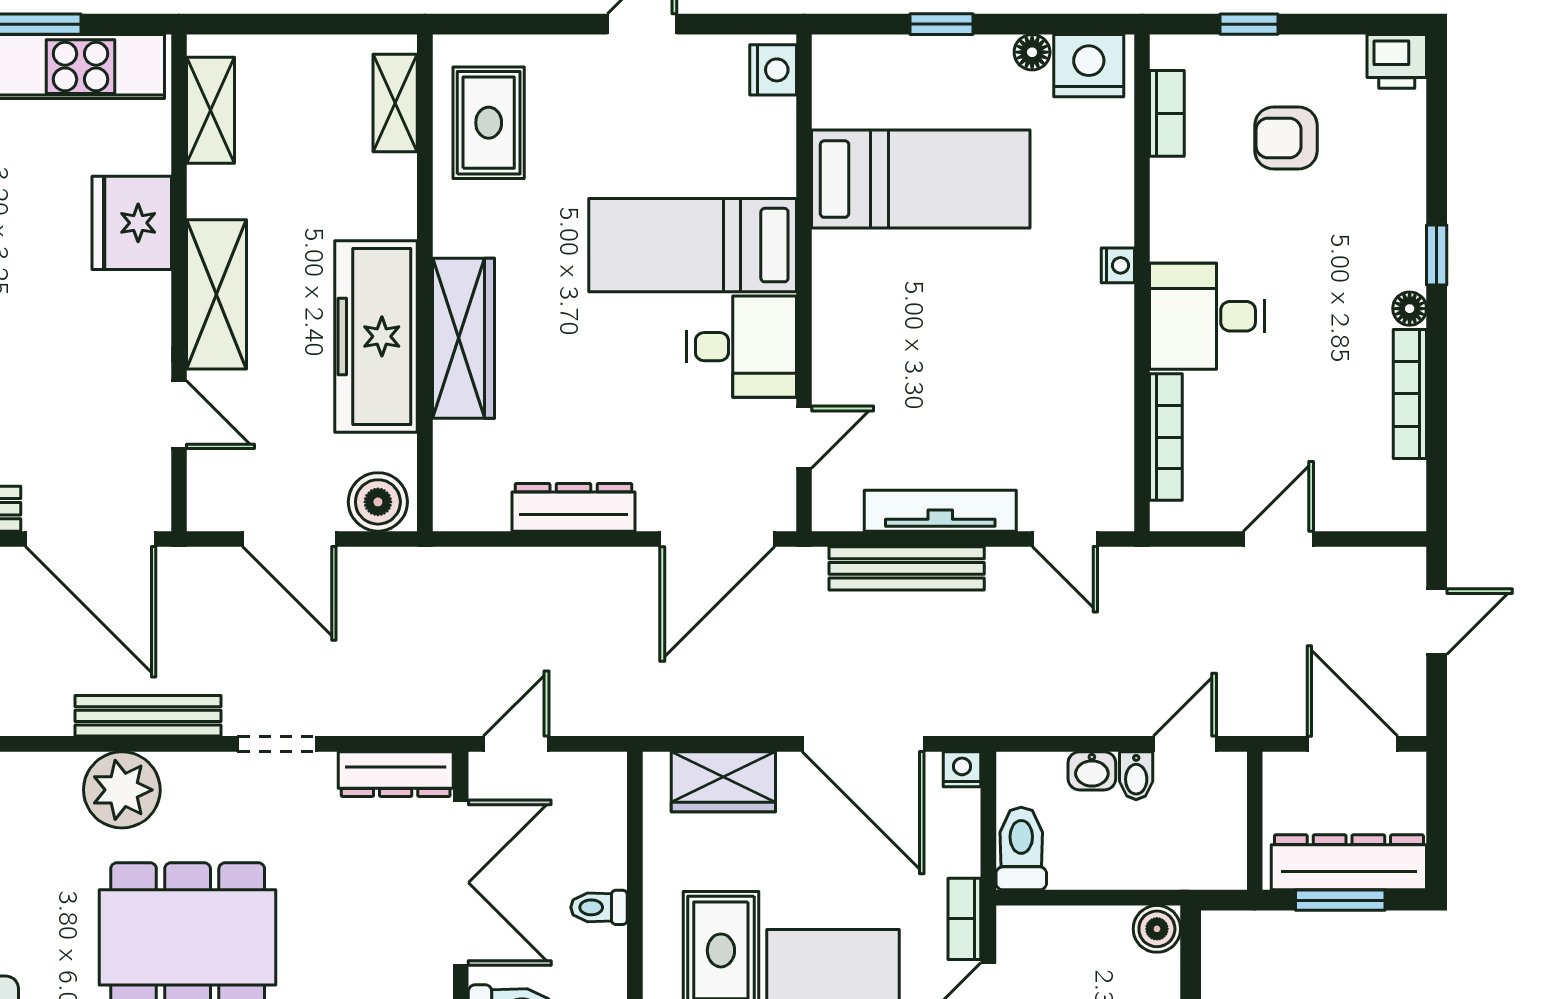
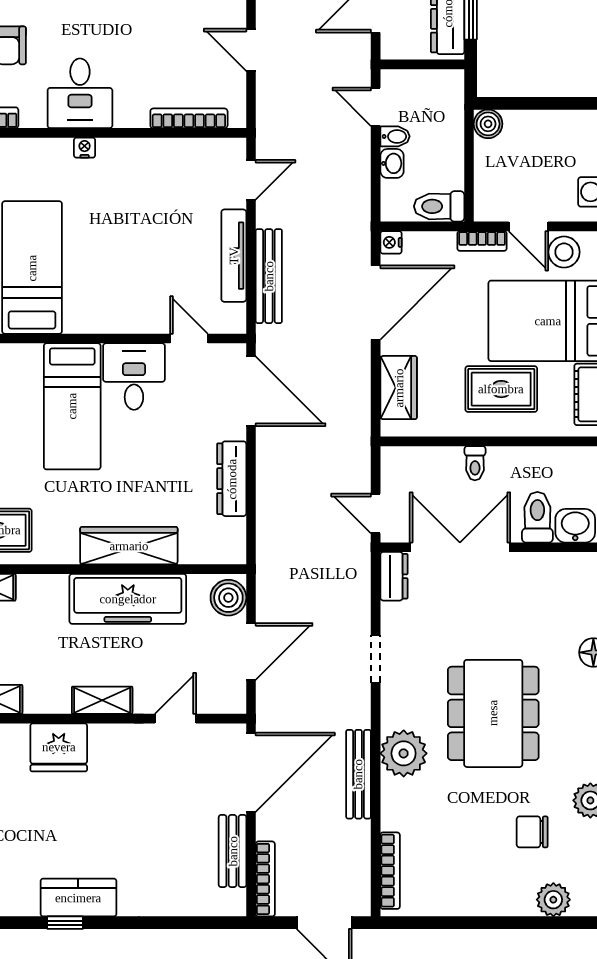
shelving: (217, 294) -> (102, 700), width x0.67, depth x0.75
desk: (1207, 316) -> (80, 93), moved
bench: (148, 716) -> (358, 774), moved
dresser: (396, 774) -> (394, 576), width x0.70

